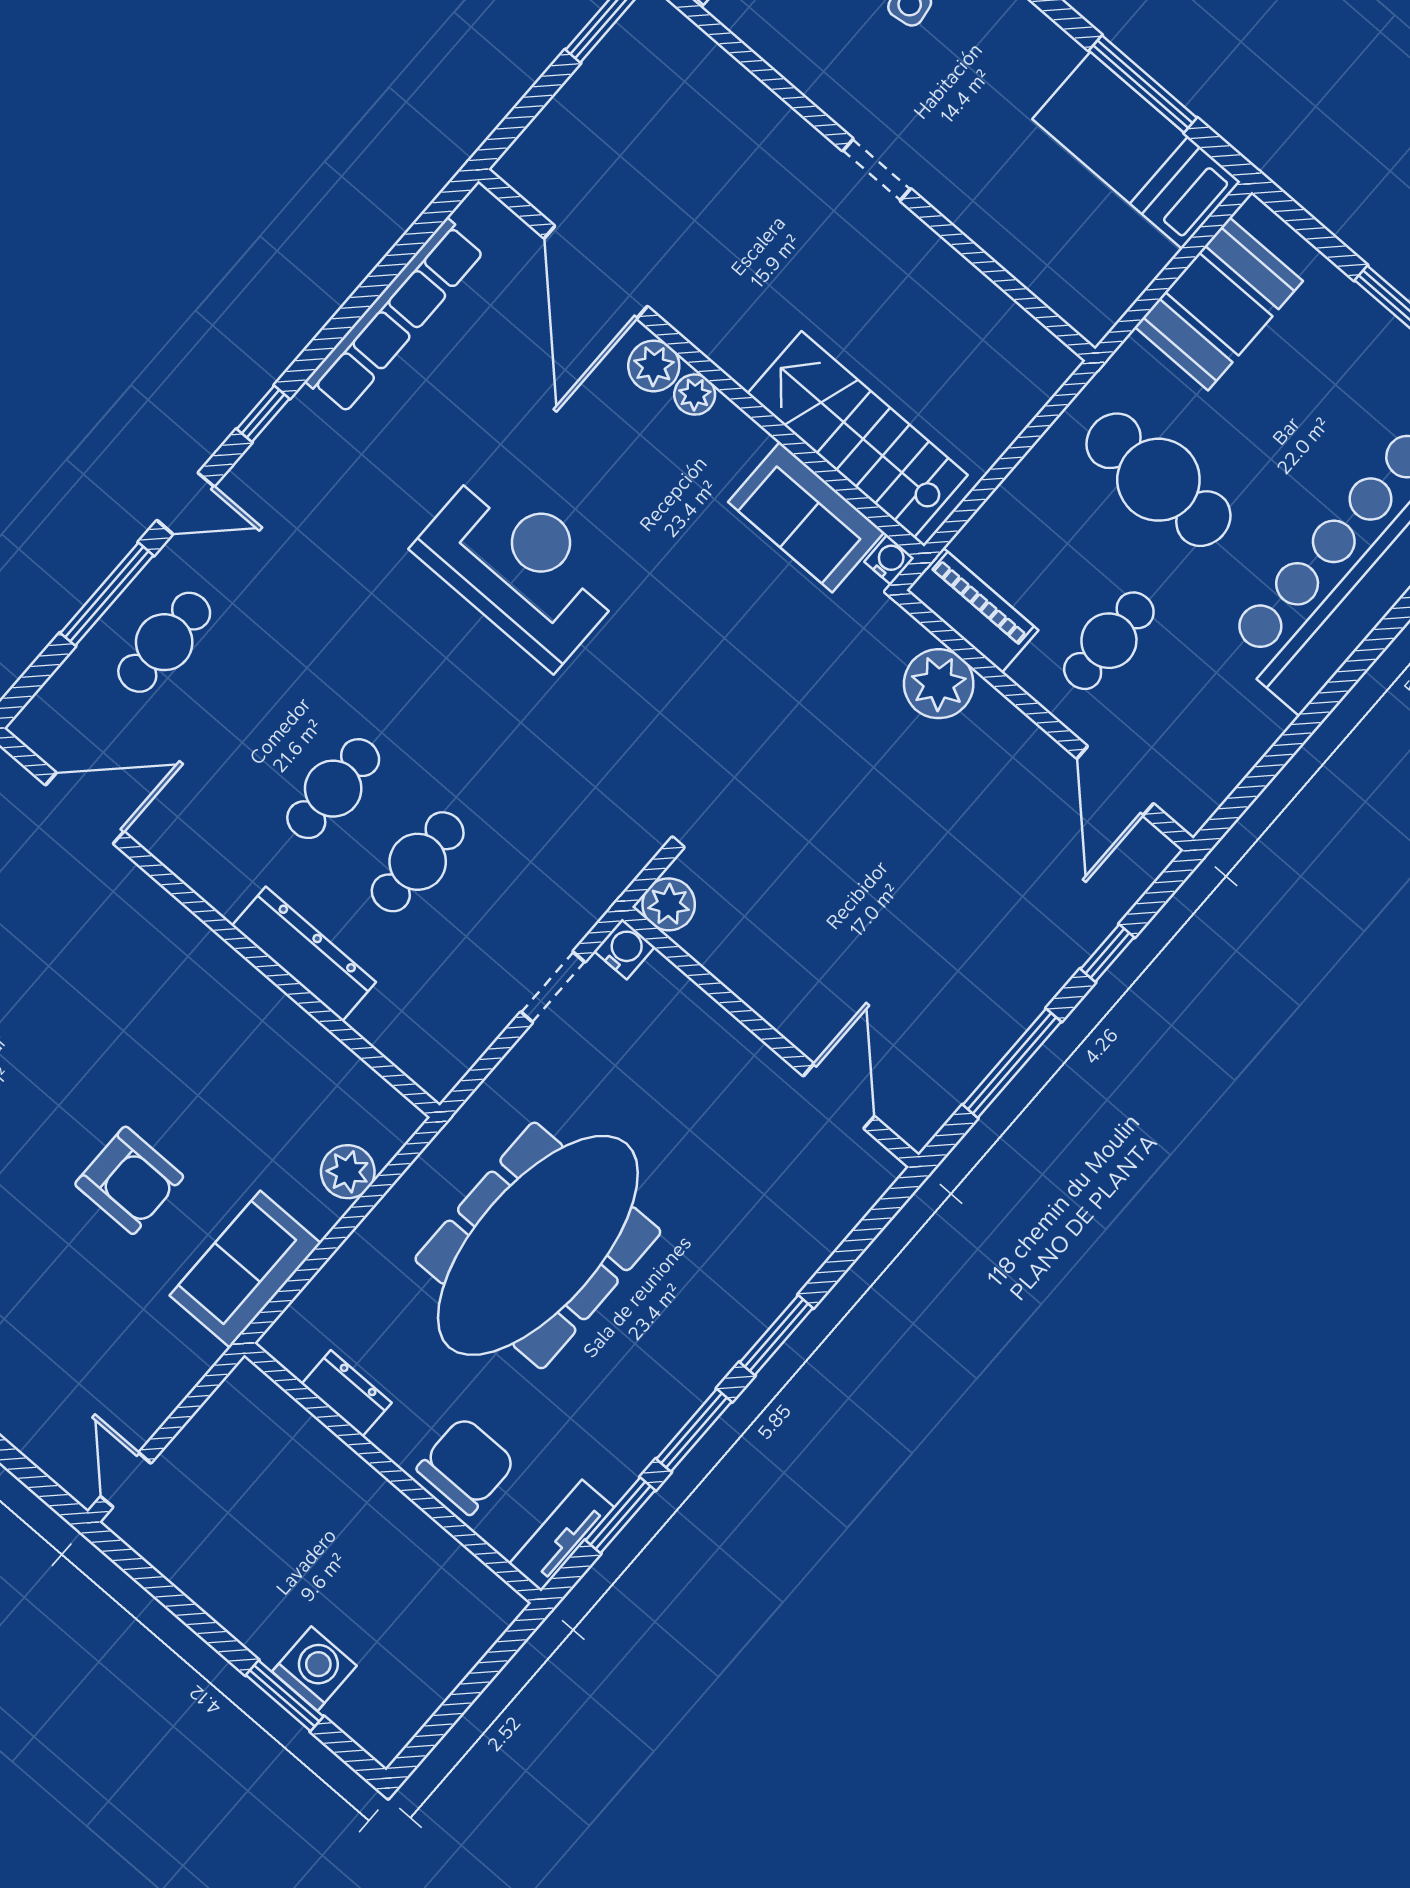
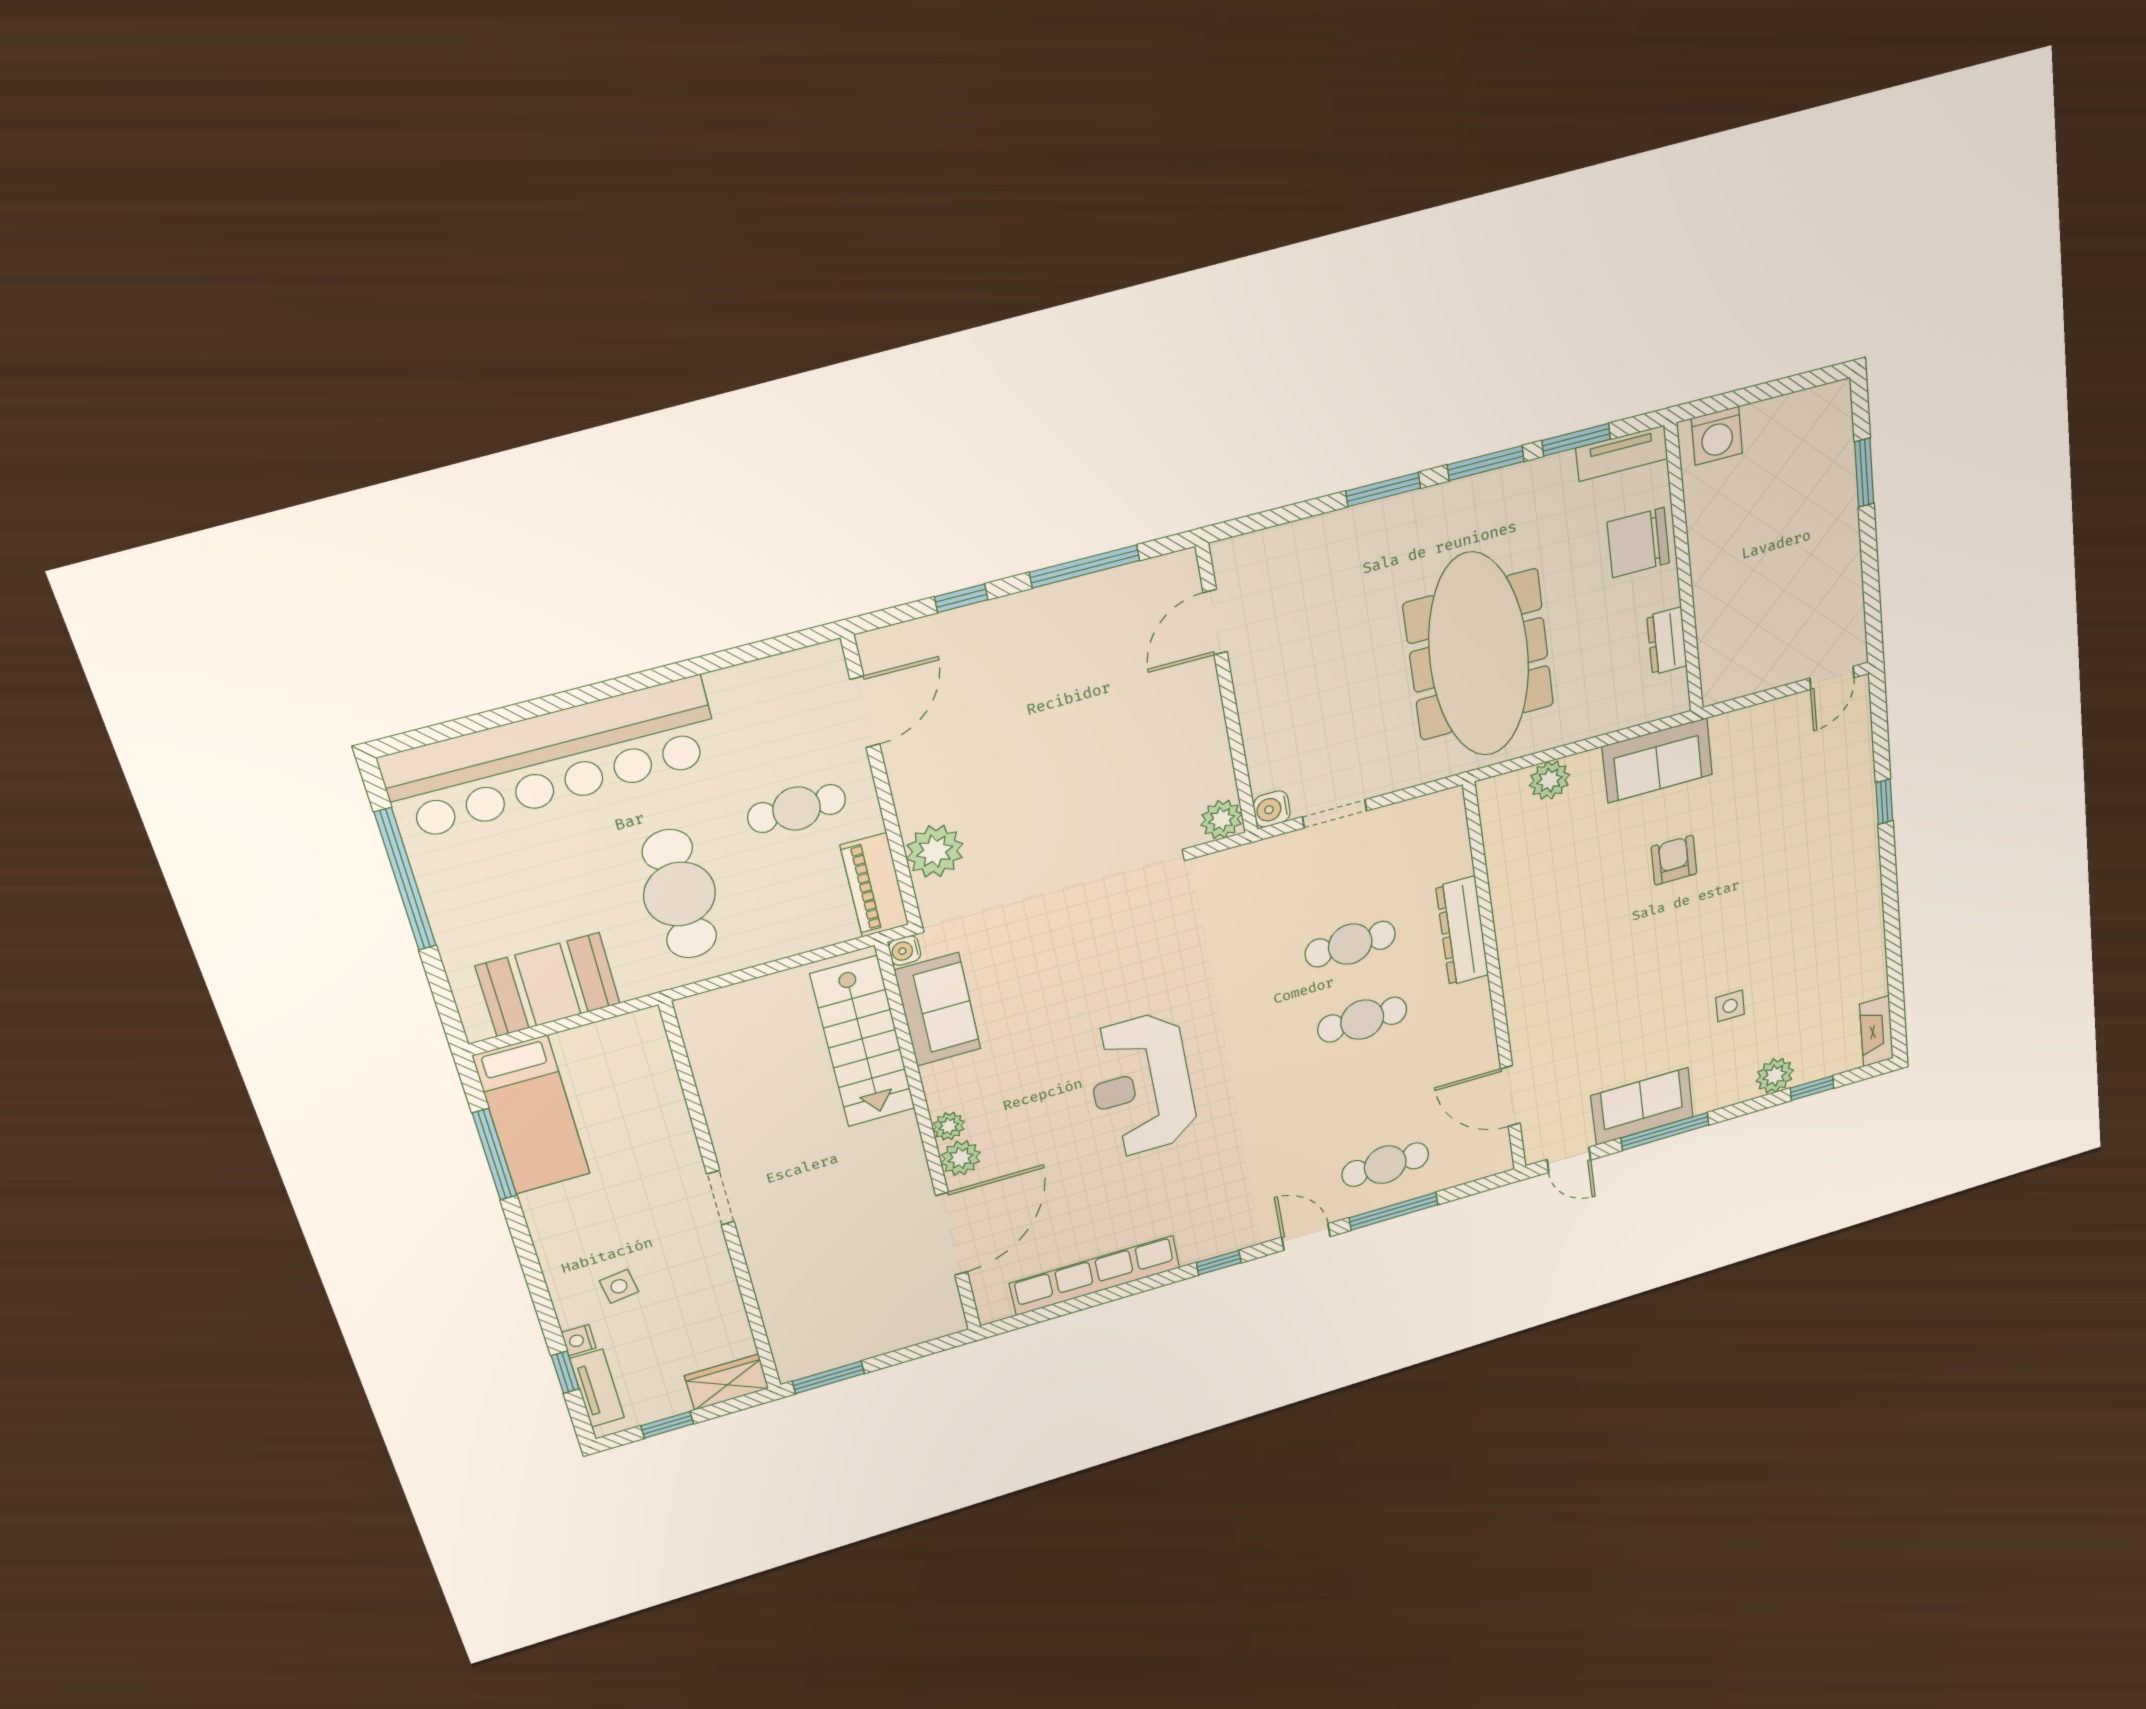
armchair: (129, 1180) -> (1674, 860), width x0.72, depth x0.72
meeting table: (538, 1245) -> (1479, 655), turned 90
washing machine: (314, 1669) -> (1717, 436), moved, turned -90

